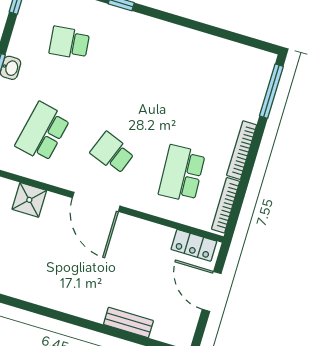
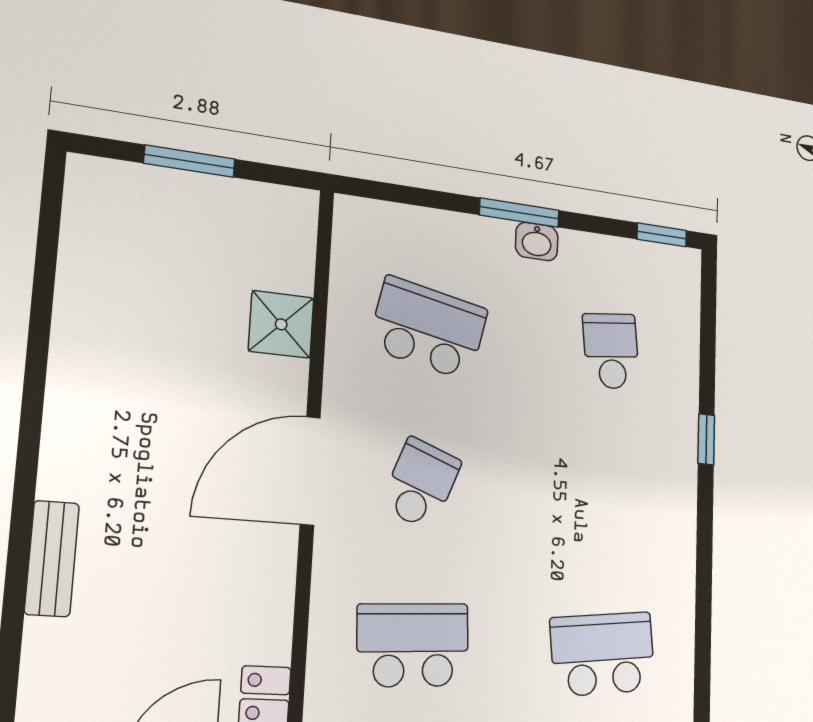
school desk: (209, 84) -> (603, 654), added
bench: (128, 322) -> (52, 559), moved

